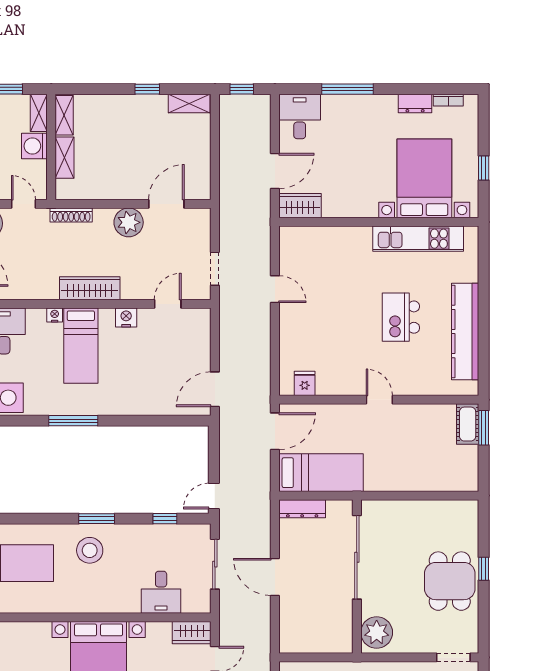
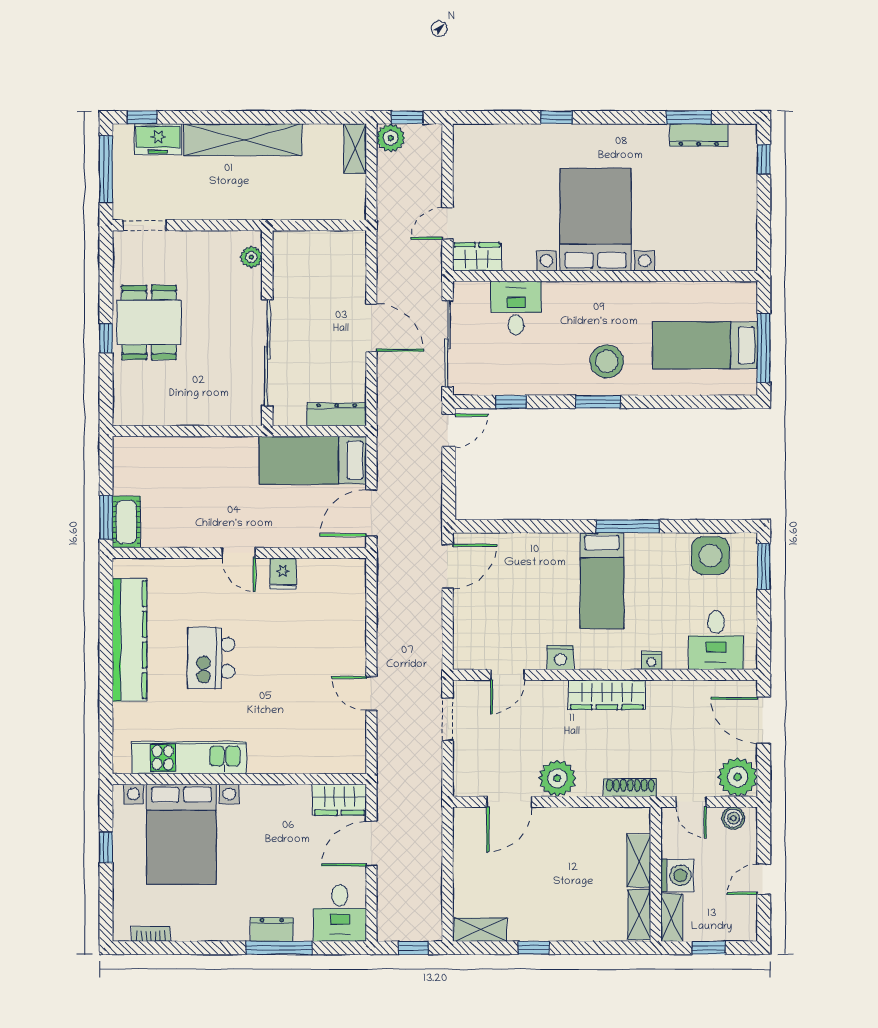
dresser: (415, 103) -> (272, 930), moved
kitchen island: (401, 317) -> (211, 658), turned 180
bed: (81, 346) -> (602, 581), moved, turned 180
fridge: (305, 383) -> (283, 574), moved
sliding door: (215, 564) -> (448, 344), width x1.37
plant: (377, 632) -> (251, 257), width x0.53, depth x0.53

